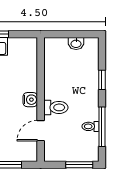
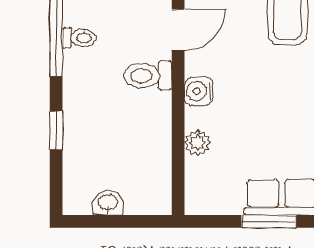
plant: (31, 74) -> (197, 143), added

